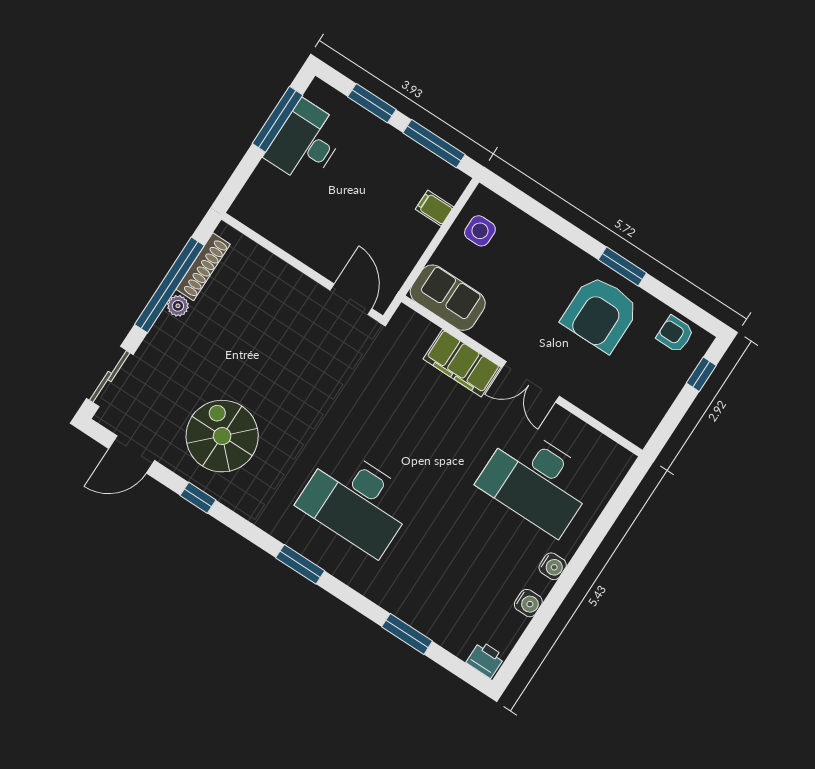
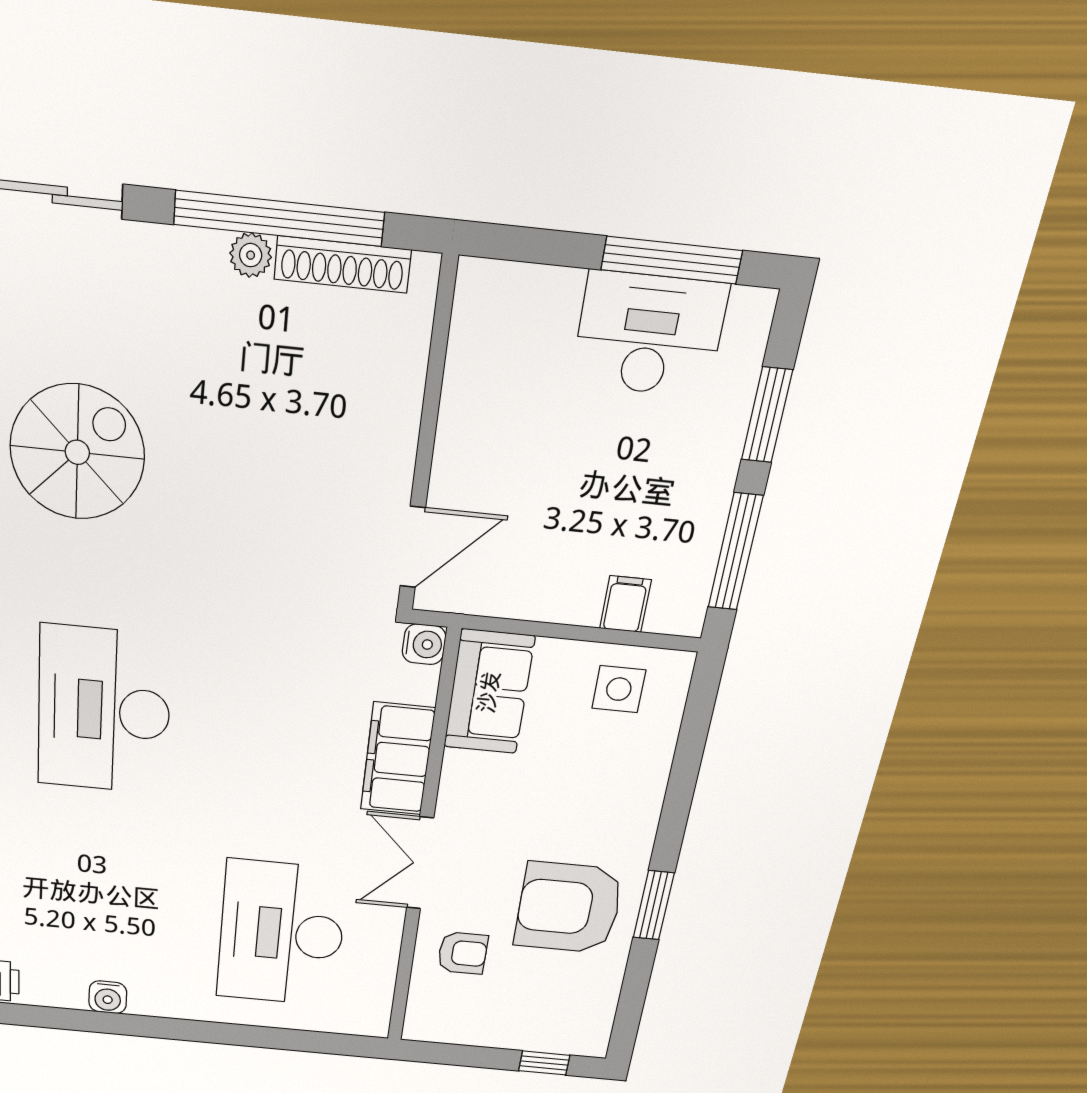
armchair: (675, 334) -> (463, 953), moved, turned 90
water cooler: (553, 566) -> (424, 644), moved, turned -90

